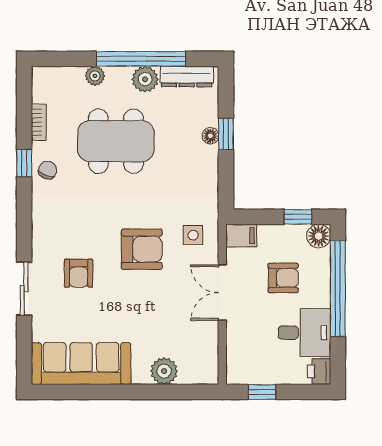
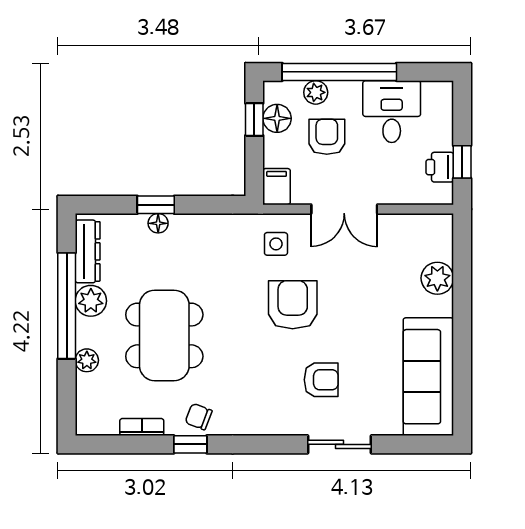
floor lamp: (319, 236) -> (277, 118), moved
plant: (321, 269) -> (316, 92), added
printer: (319, 371) -> (440, 167), moved, turned 90

